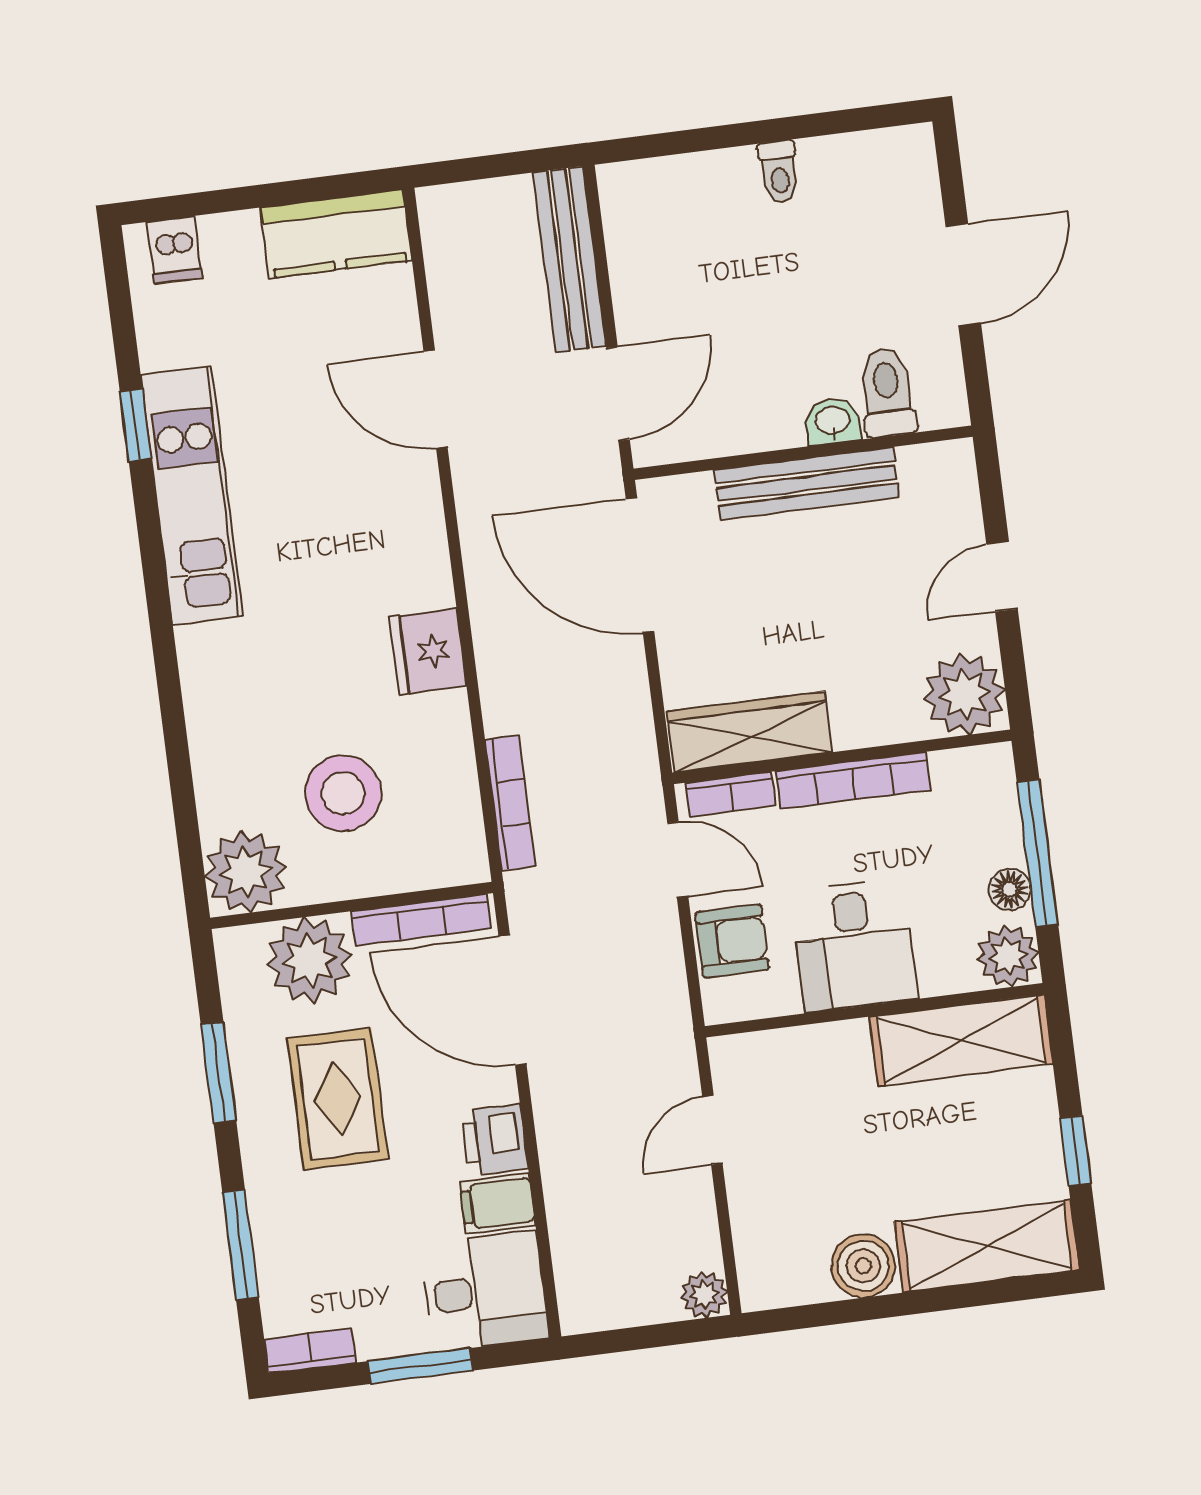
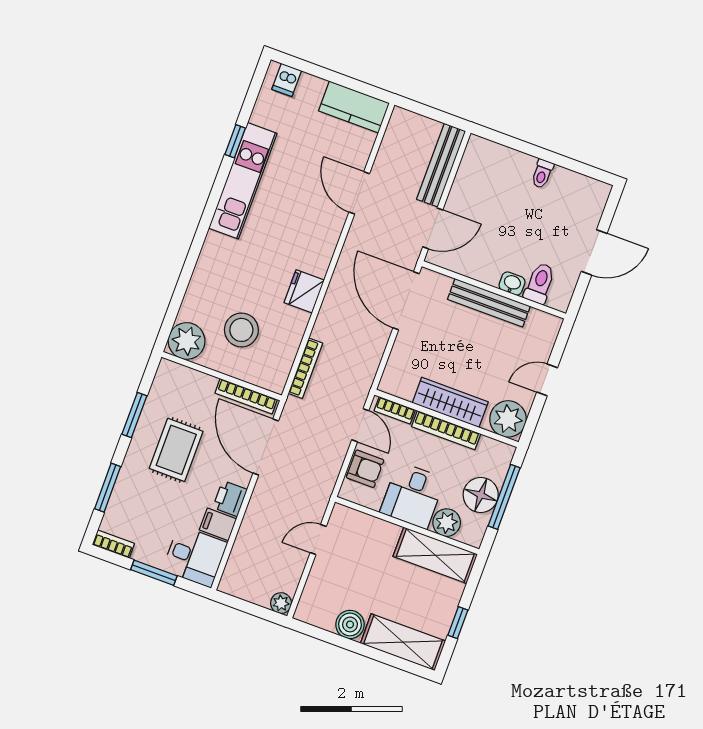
wardrobe: (749, 732) -> (450, 402), moved
floor lamp: (1010, 890) -> (481, 495), width x1.89, depth x1.89
plant: (1008, 956) -> (447, 523), moved
plant: (309, 960) -> (194, 389), removed

